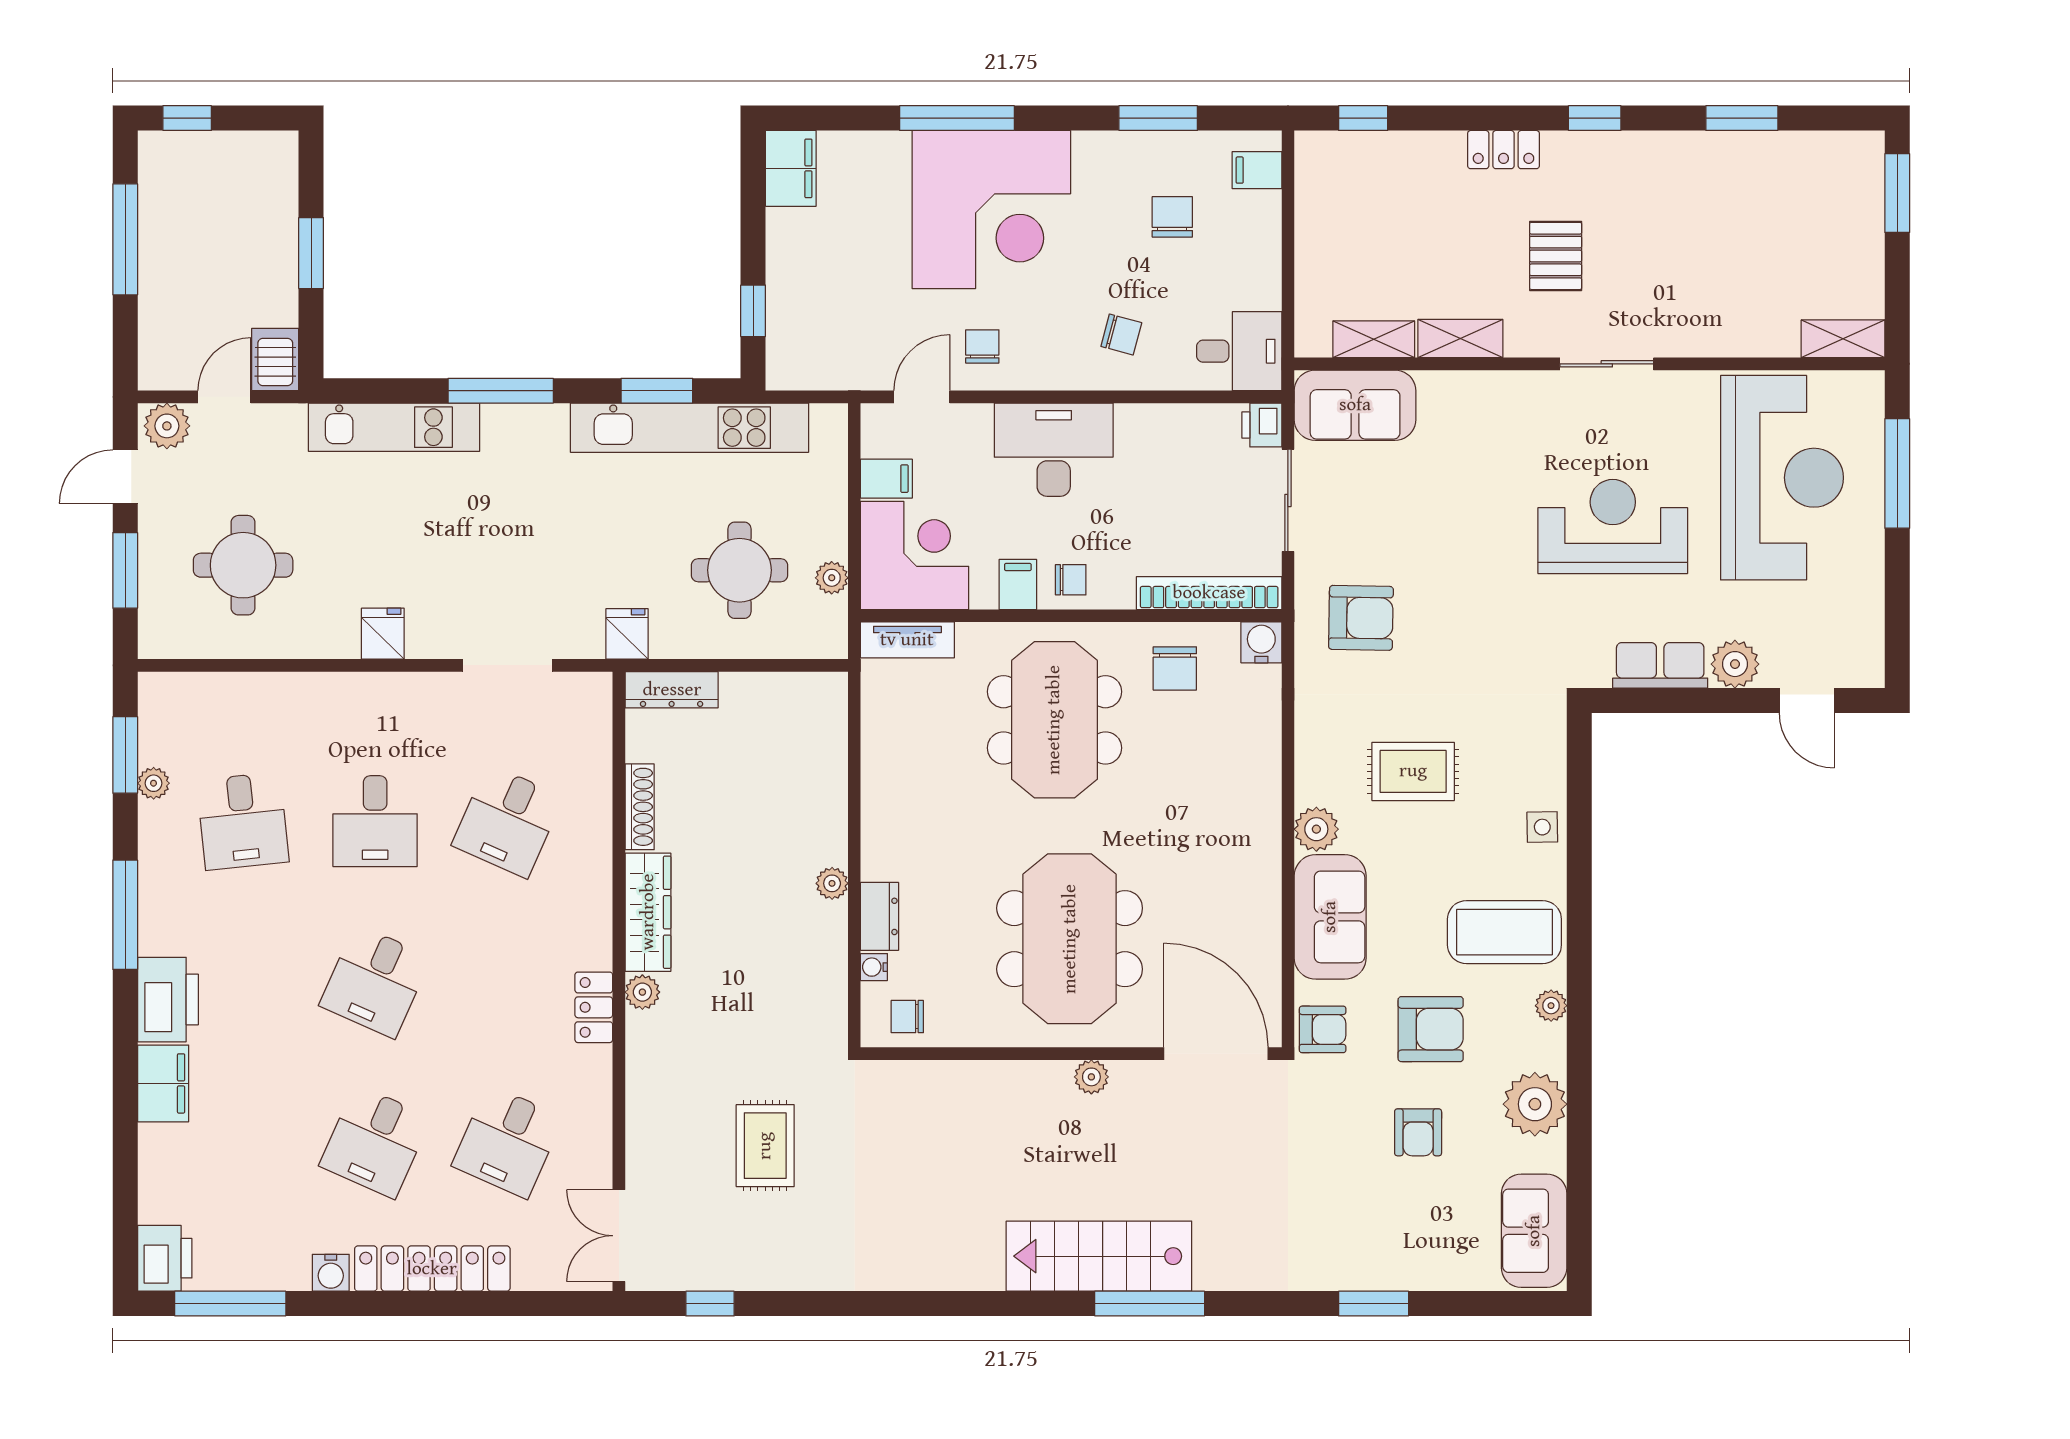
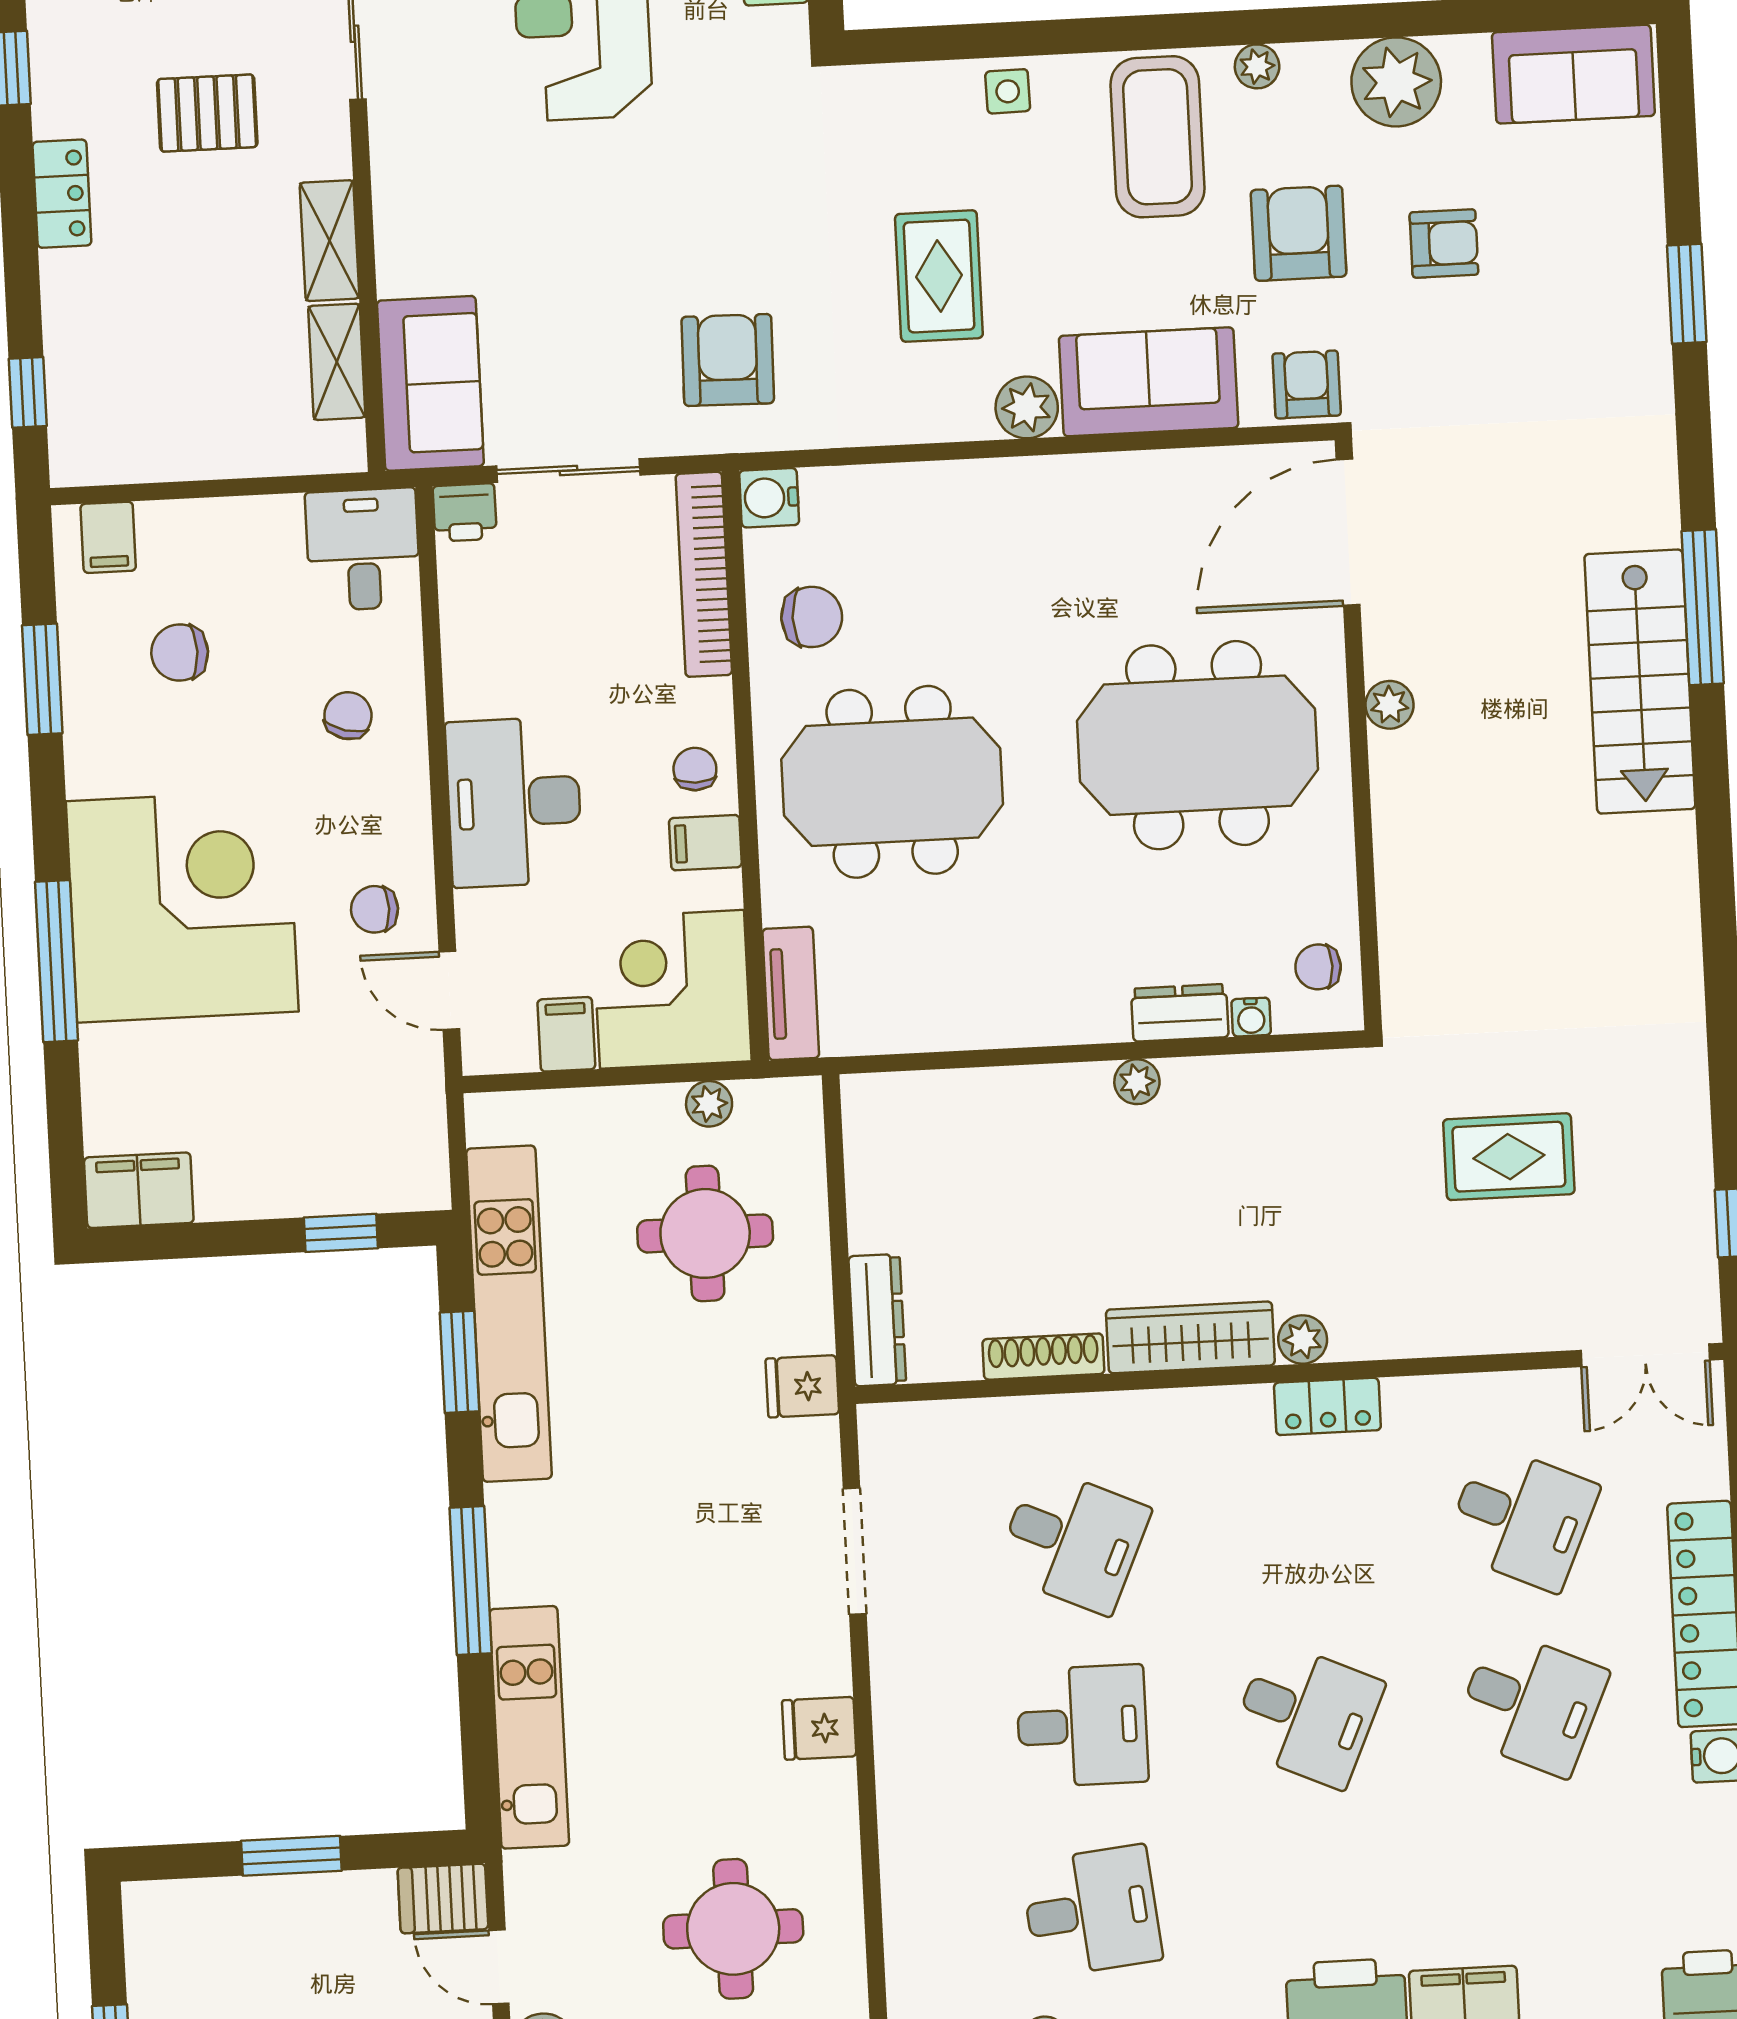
chair: (907, 1017) -> (1318, 967), turned 90

